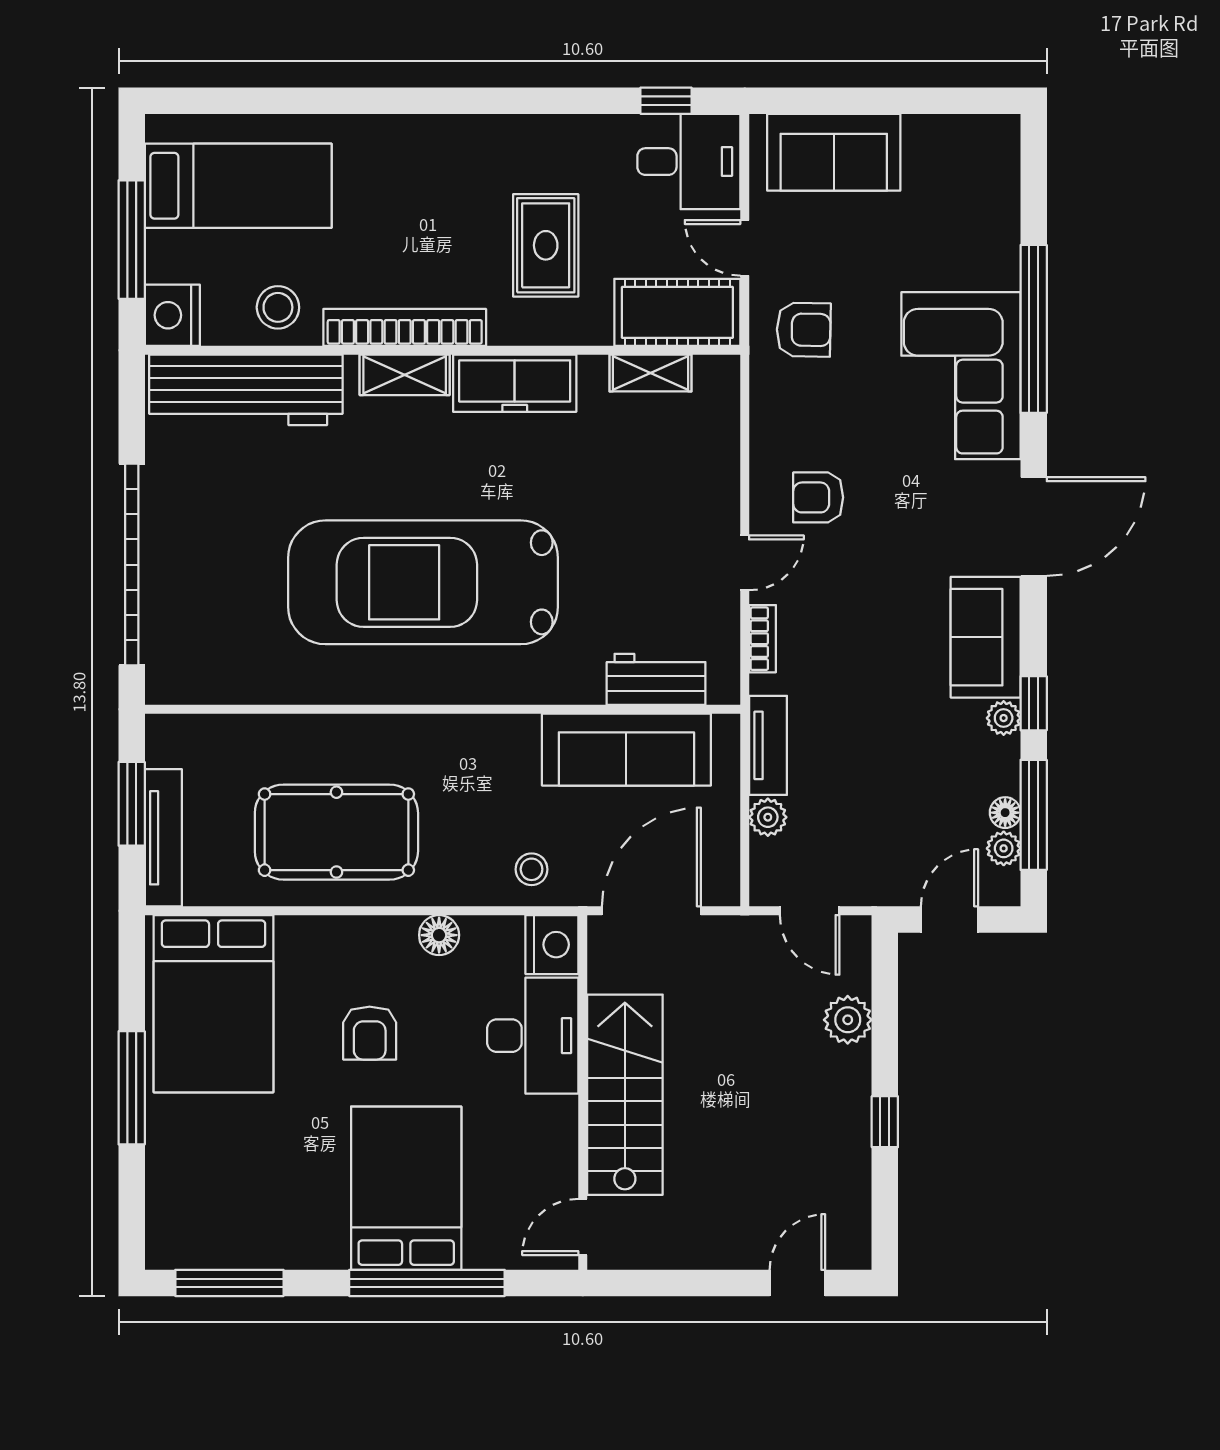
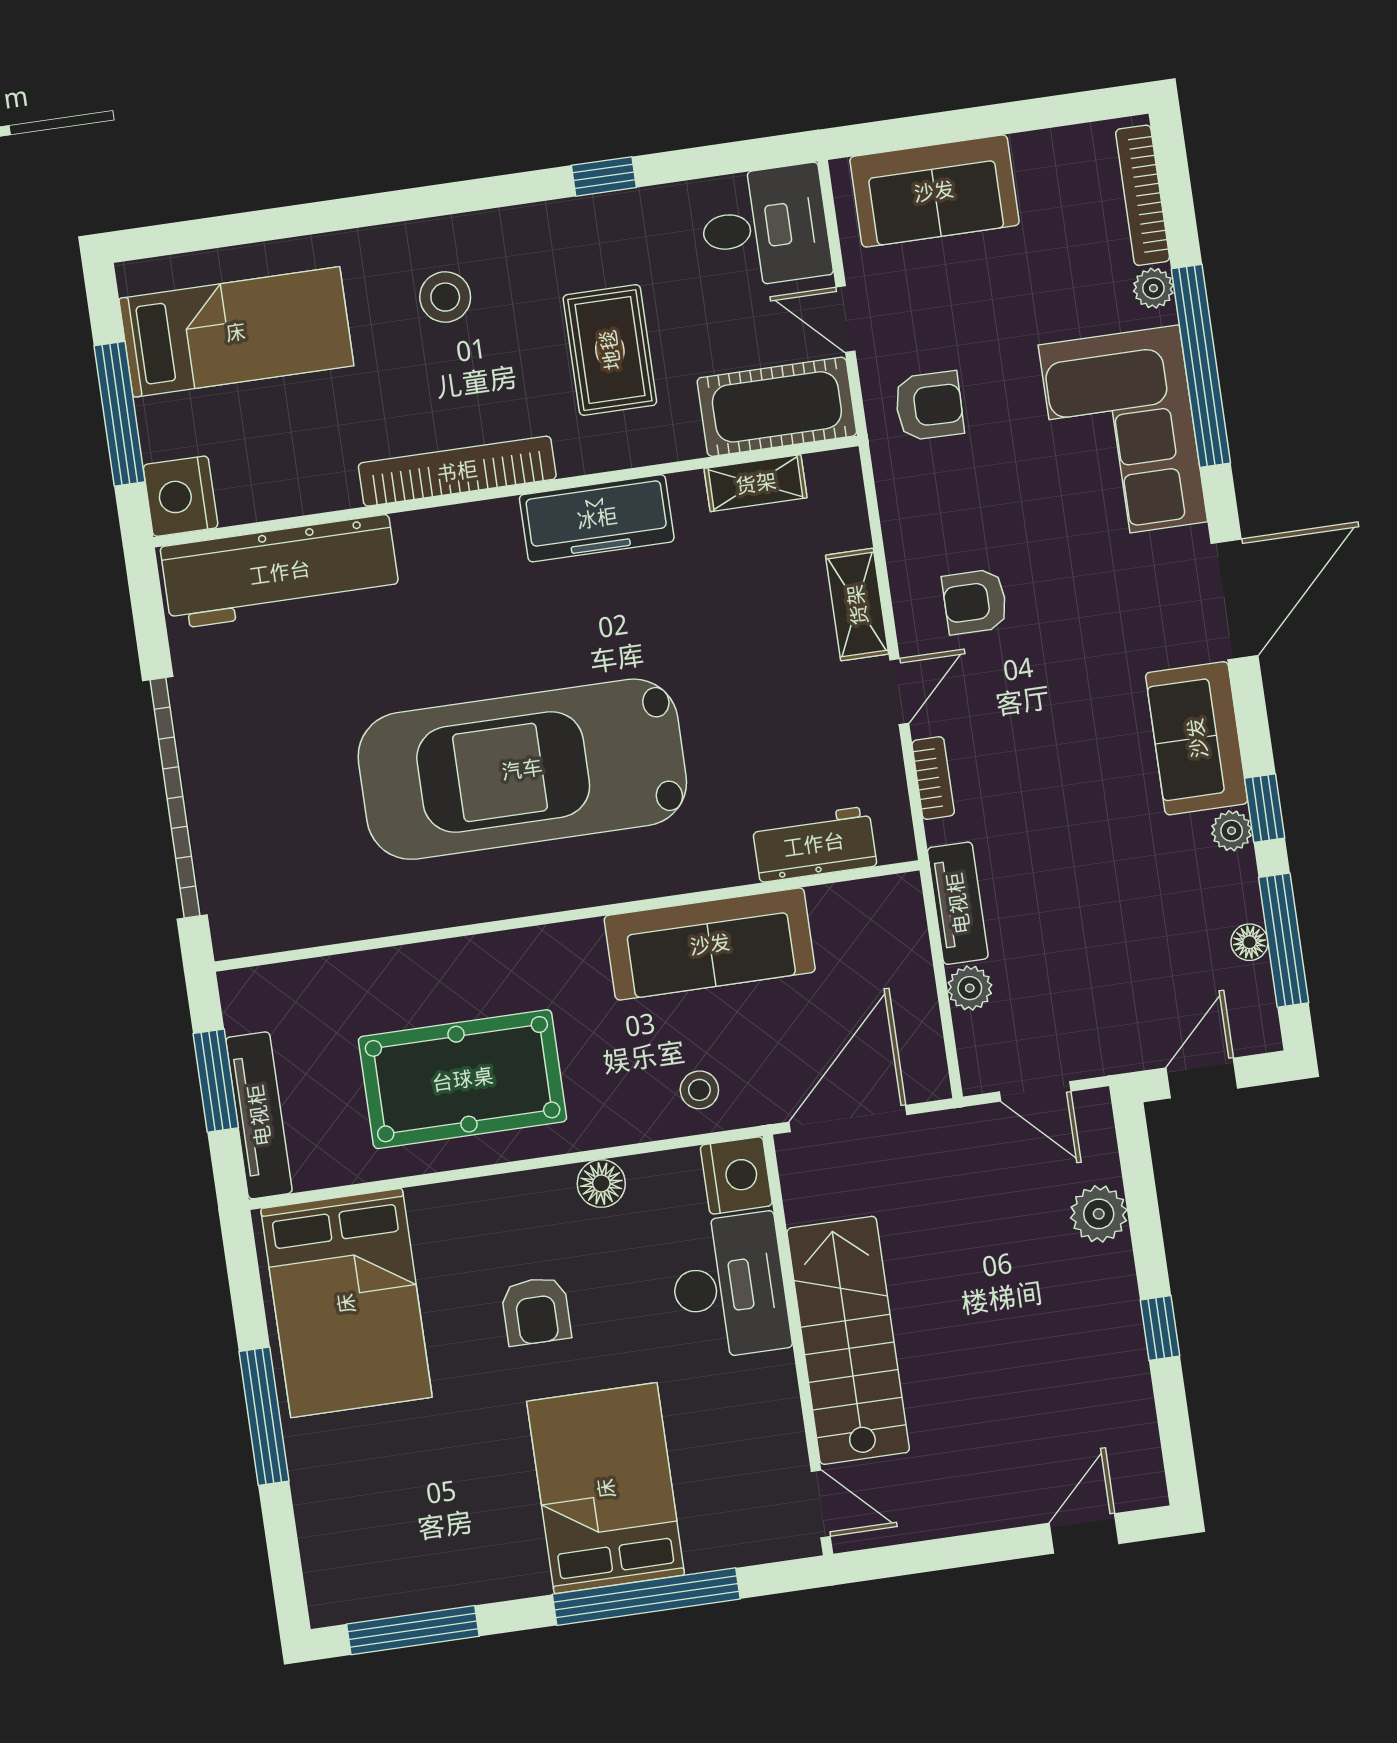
window: (666, 101) -> (604, 176), moved
bookcase: (1006, 181) -> (1143, 195), added
stool: (278, 307) -> (445, 297), moved
shelving: (405, 375) -> (857, 605), moved, turned 90
sofa: (626, 750) -> (710, 944), moved
plant: (1004, 848) -> (1153, 288), moved
door: (583, 1227) -> (821, 1504), swing flipped

